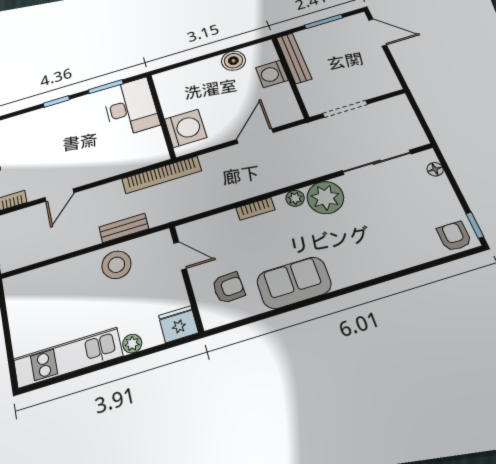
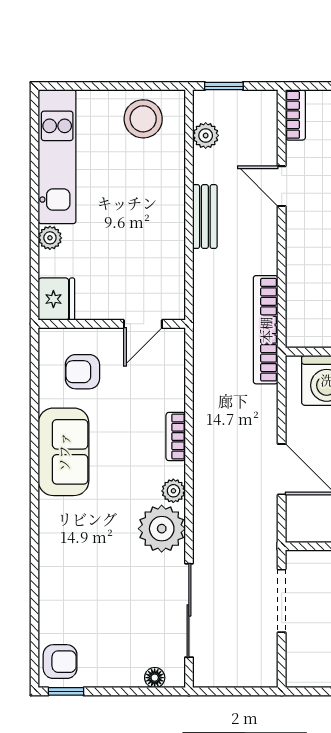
bench: (124, 228) -> (205, 217), moved
plant: (33, 255) -> (206, 135), added
stool: (116, 265) -> (143, 119), moved
armchair: (228, 288) -> (82, 372), turned 93

